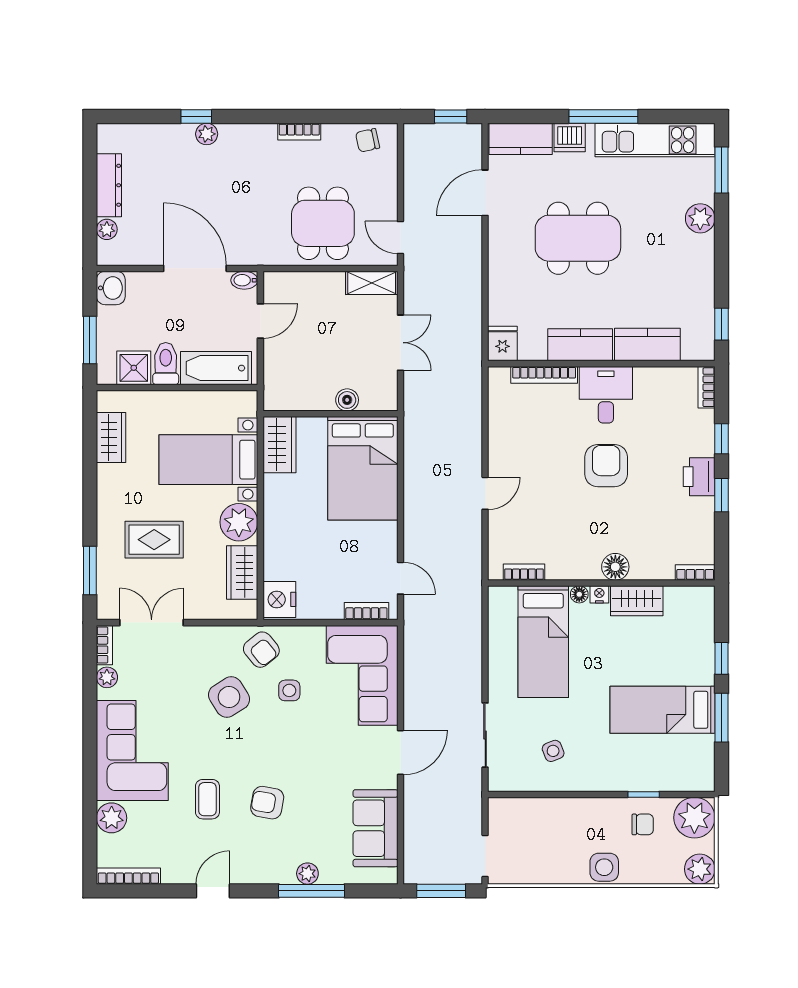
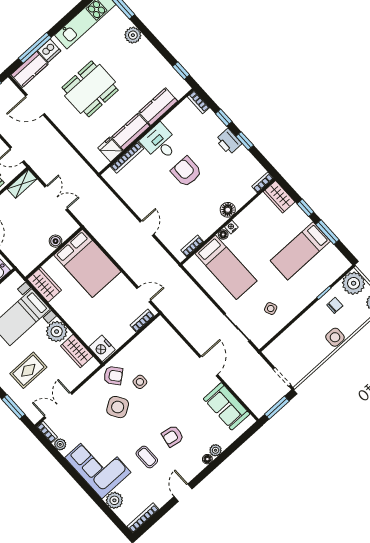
window: (603, 116) -> (35, 48), moved
door: (485, 193) -> (35, 105), hinge flipped
fridge: (502, 344) -> (110, 149), moved
wardrobe: (637, 601) -> (279, 197), moved, turned 90
corner sofa: (362, 675) -> (164, 349), removed
floor lamp: (286, 876) -> (207, 459), added
window: (312, 891) -> (224, 456), removed

